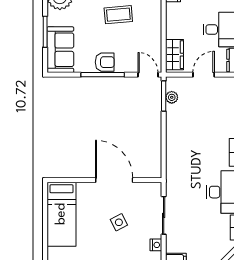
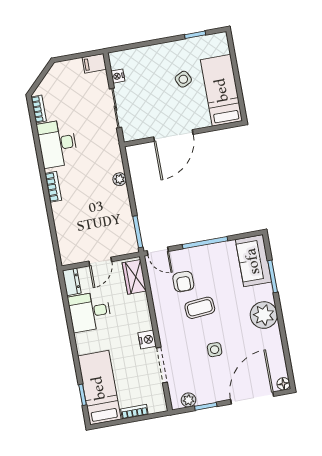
armchair: (105, 62) -> (183, 282), moved, turned -90
plant: (172, 97) -> (120, 179), moved
door: (114, 180) -> (173, 136), hinge flipped
side table: (119, 222) -> (183, 79), moved

